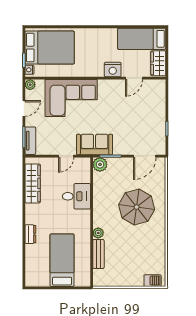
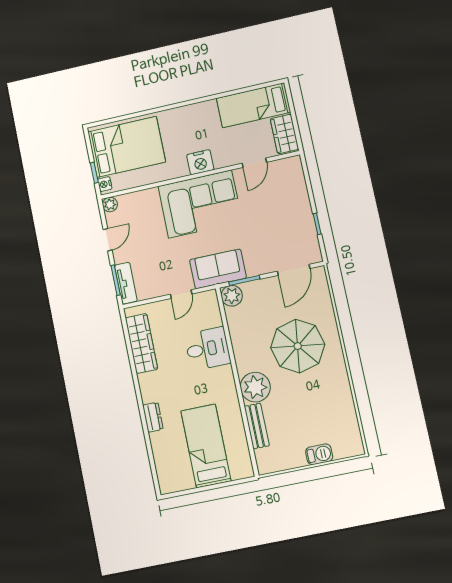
nightstand: (113, 70) -> (200, 162), moved
corner sofa: (71, 98) -> (200, 204), moved
plant: (98, 233) -> (255, 387), width x1.88, depth x1.88
barbecue: (153, 281) -> (319, 454), moved

